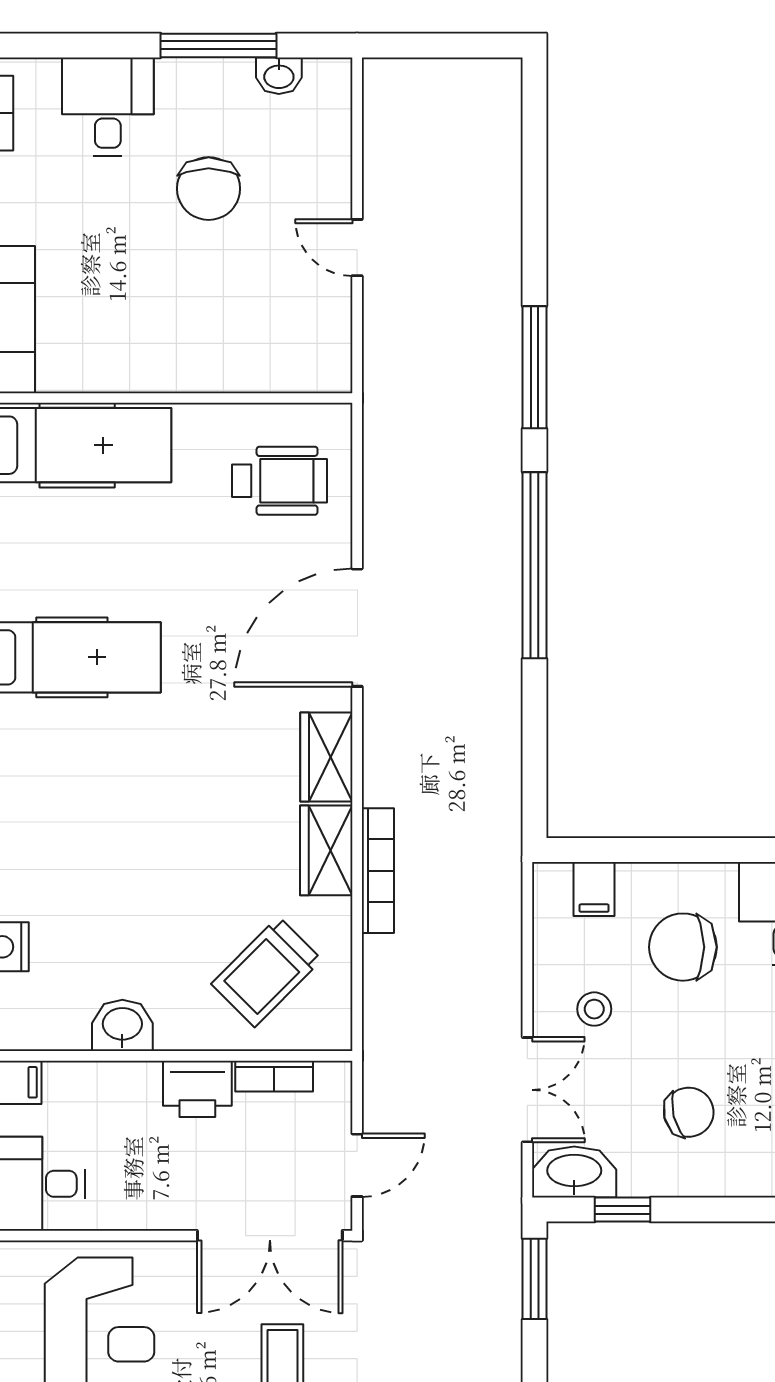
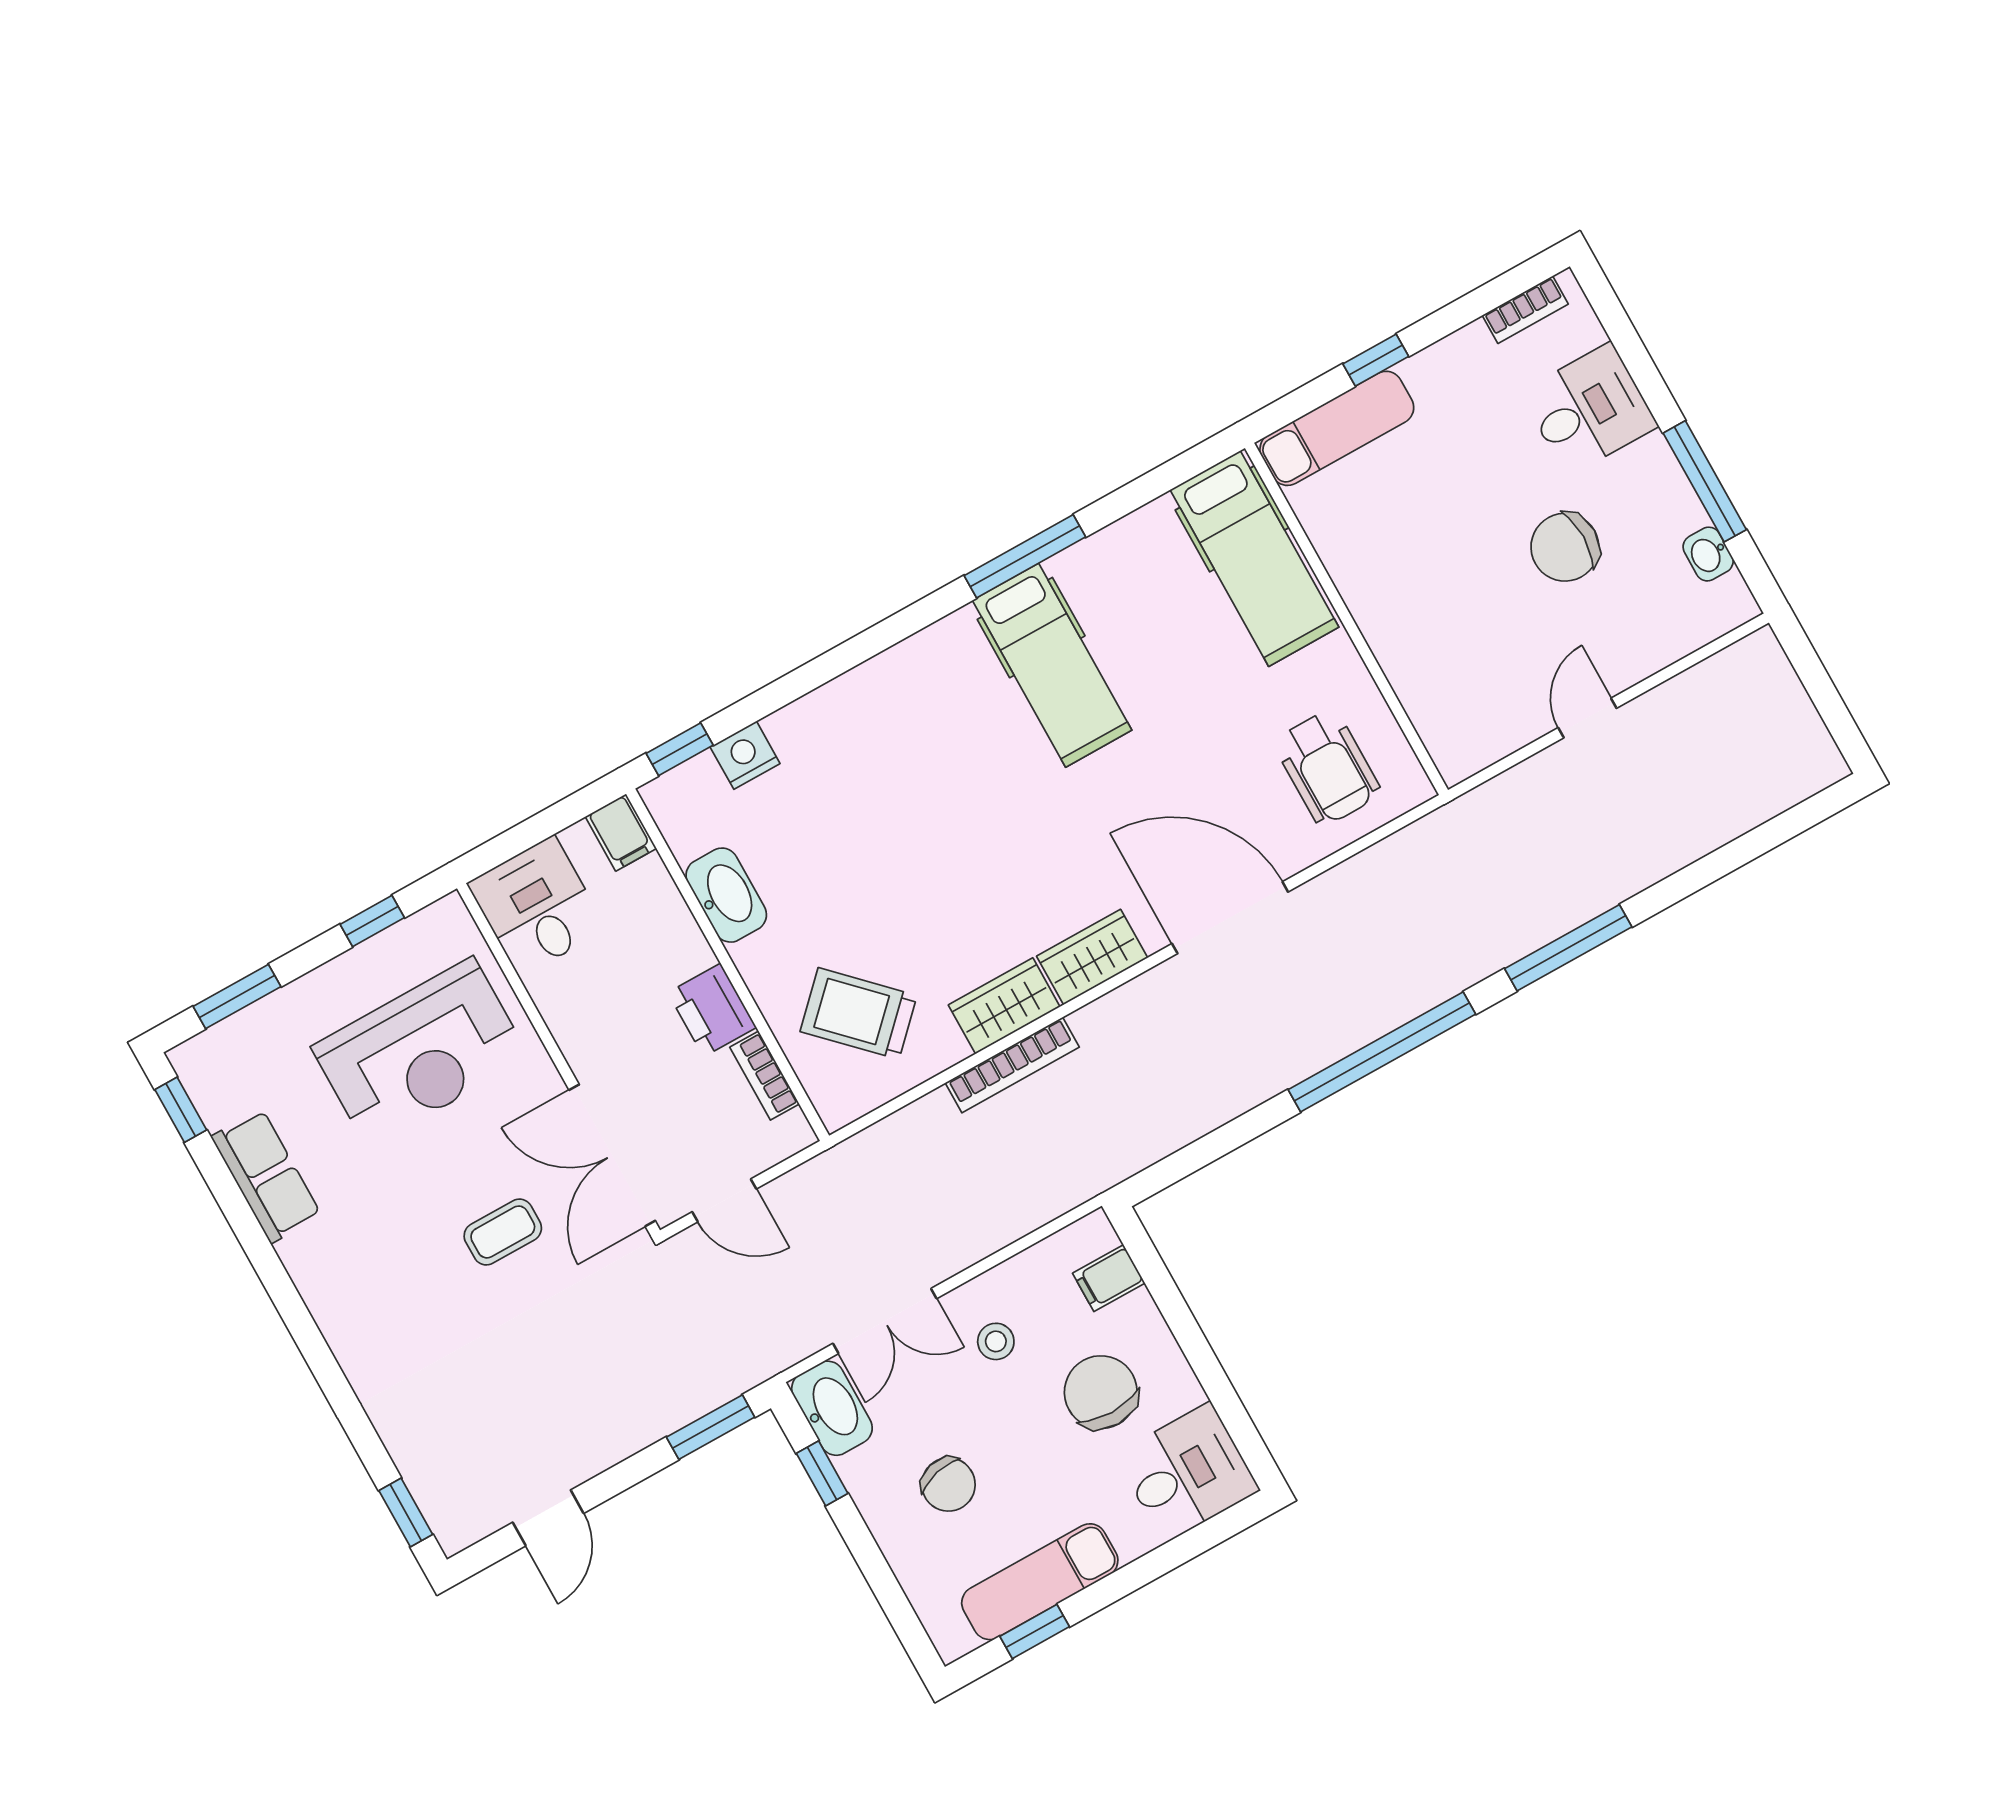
washbasin: (122, 1025) -> (726, 895), width x1.38

